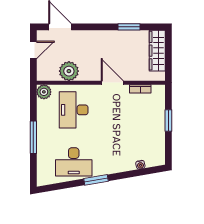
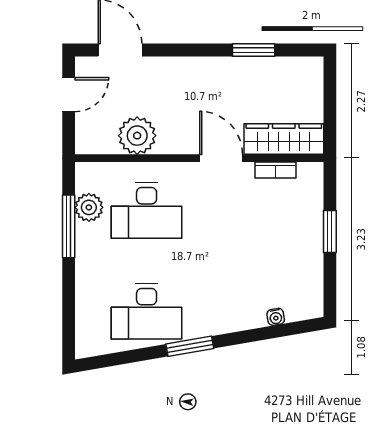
wardrobe: (157, 51) -> (284, 139), moved, turned 90
plant: (44, 92) -> (89, 207), moved
desk: (74, 110) -> (147, 211), turned -90
window: (33, 137) -> (69, 226), moved

